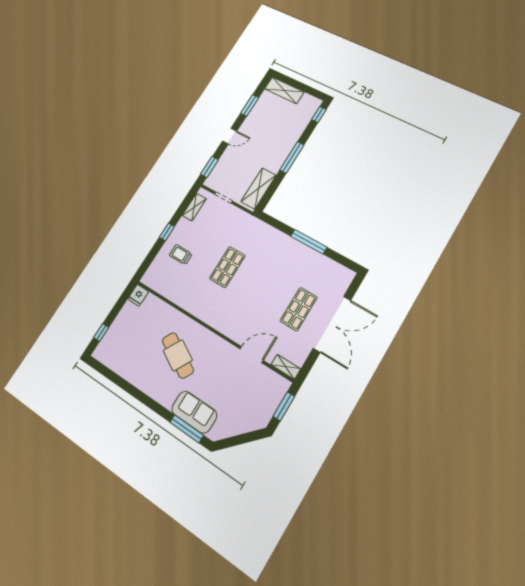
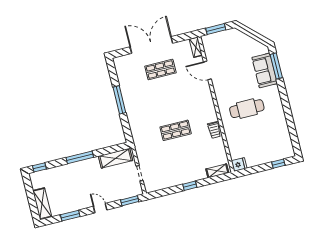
shelving: (194, 207) -> (217, 171), moved
trolley: (181, 255) -> (214, 130), moved
cafe table: (178, 355) -> (247, 109), turned 61

